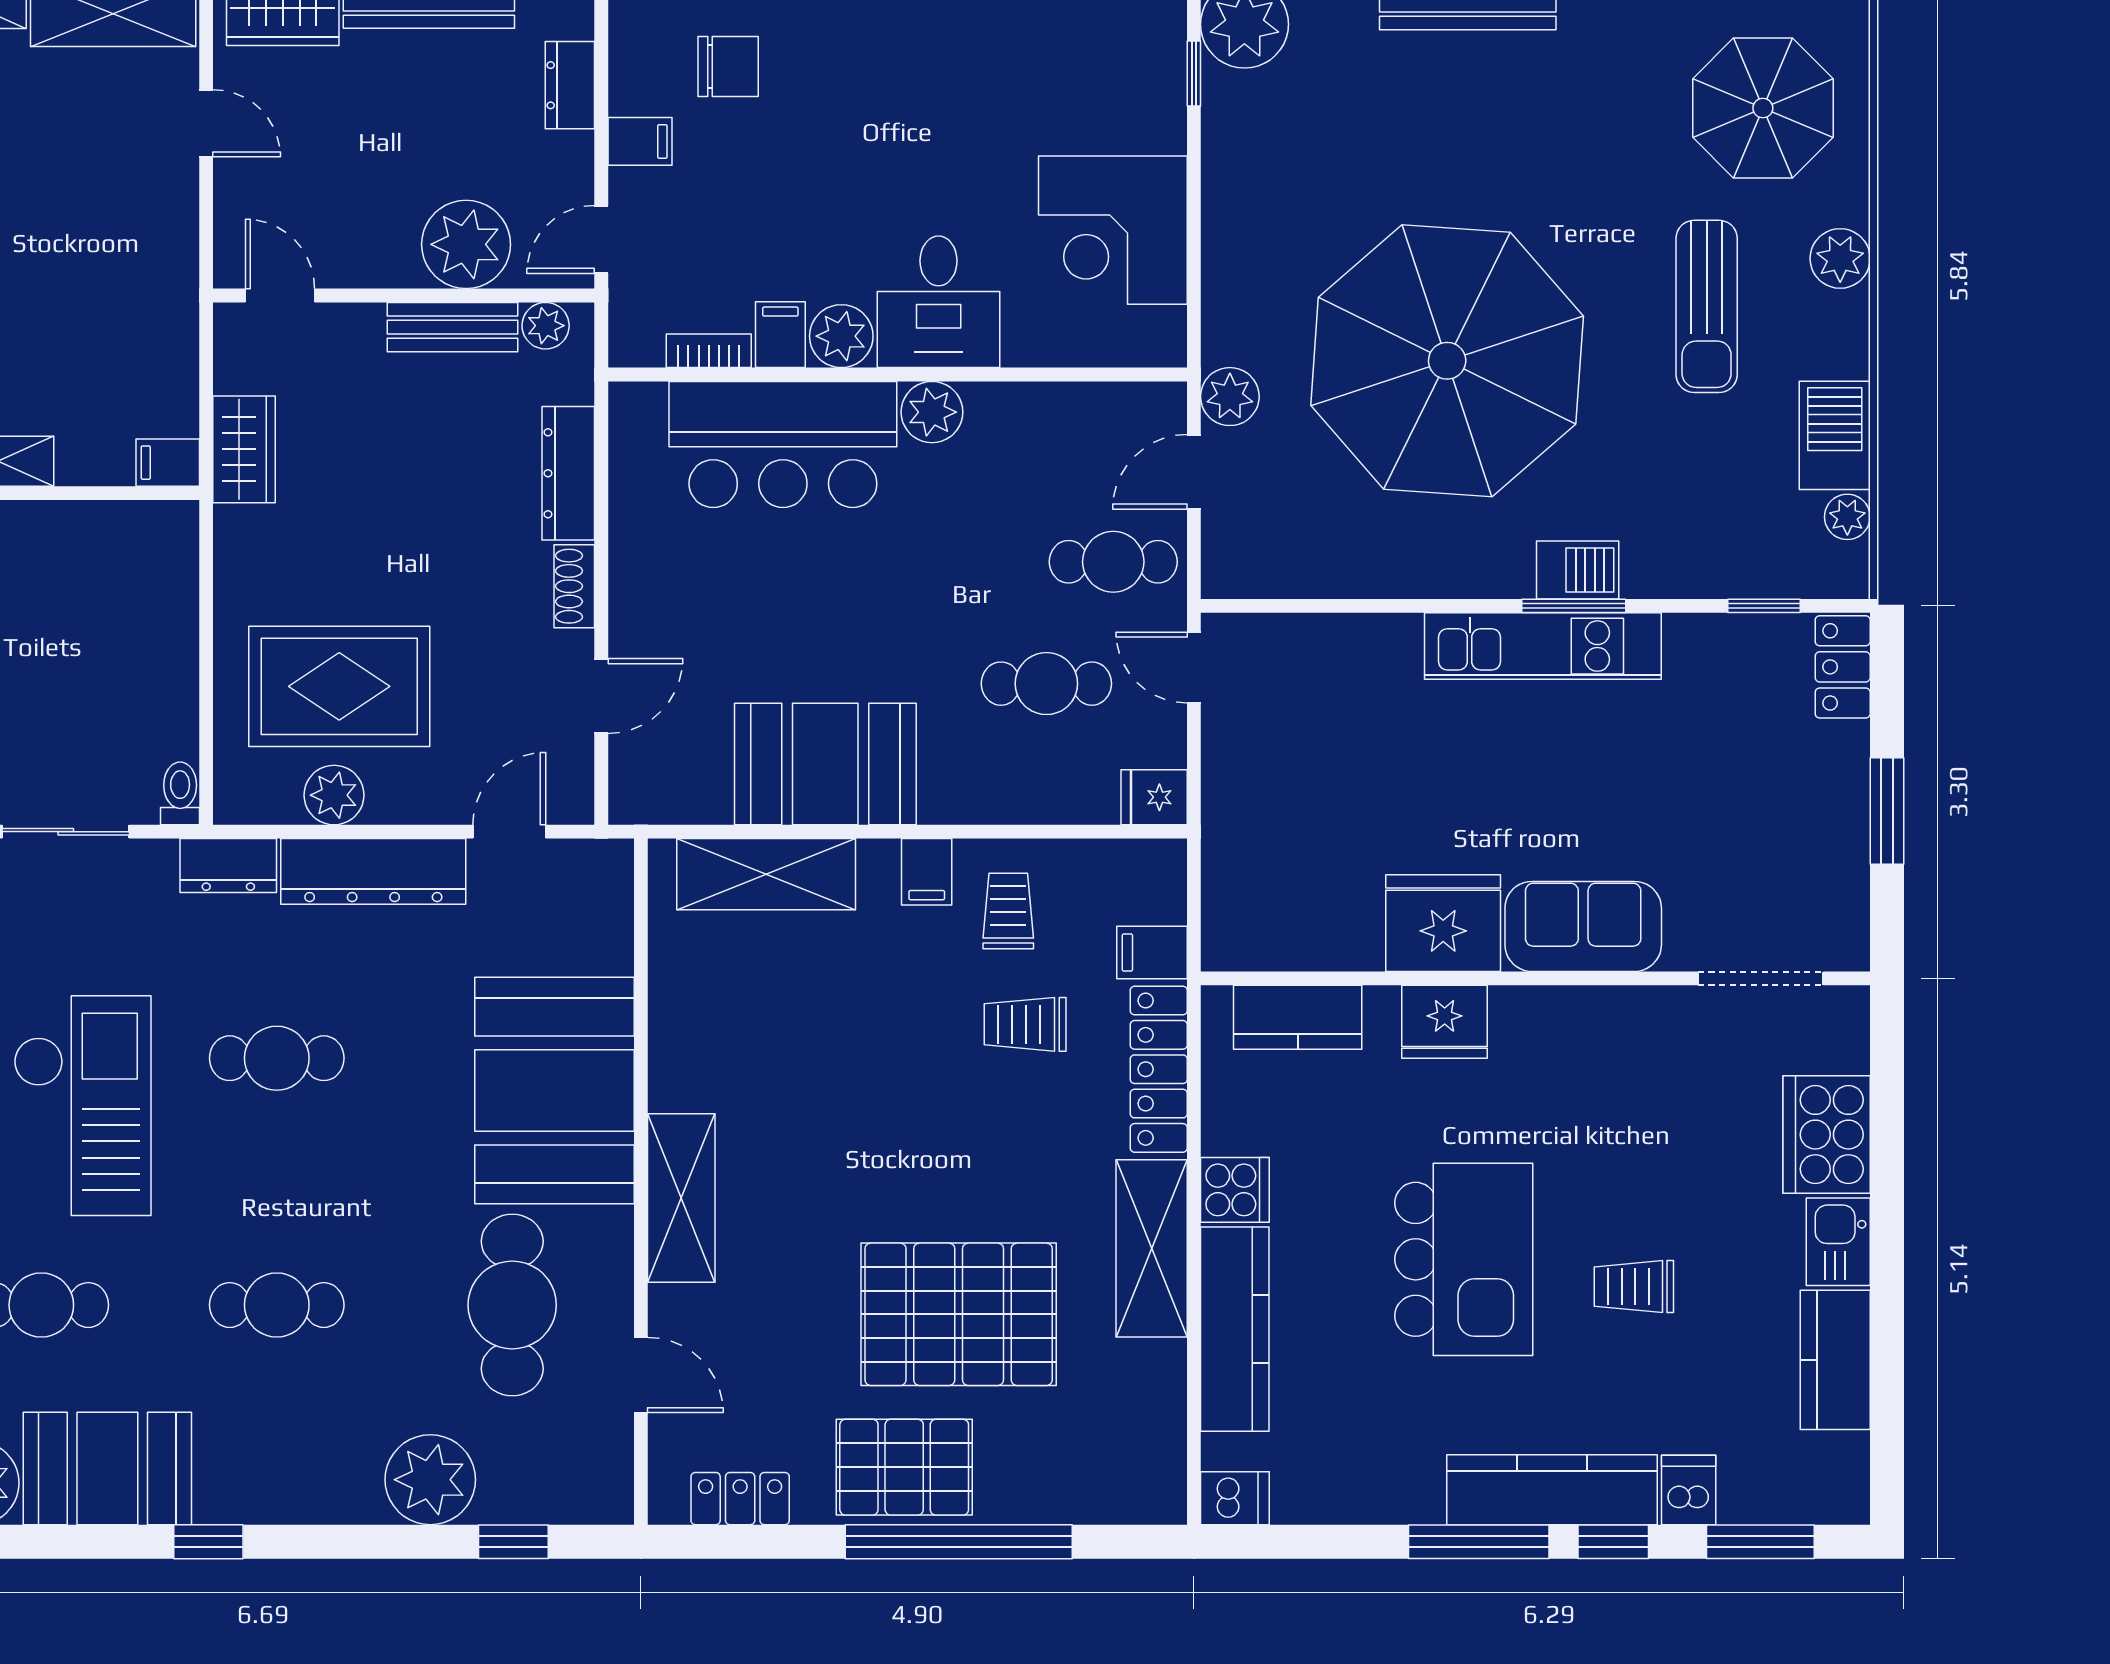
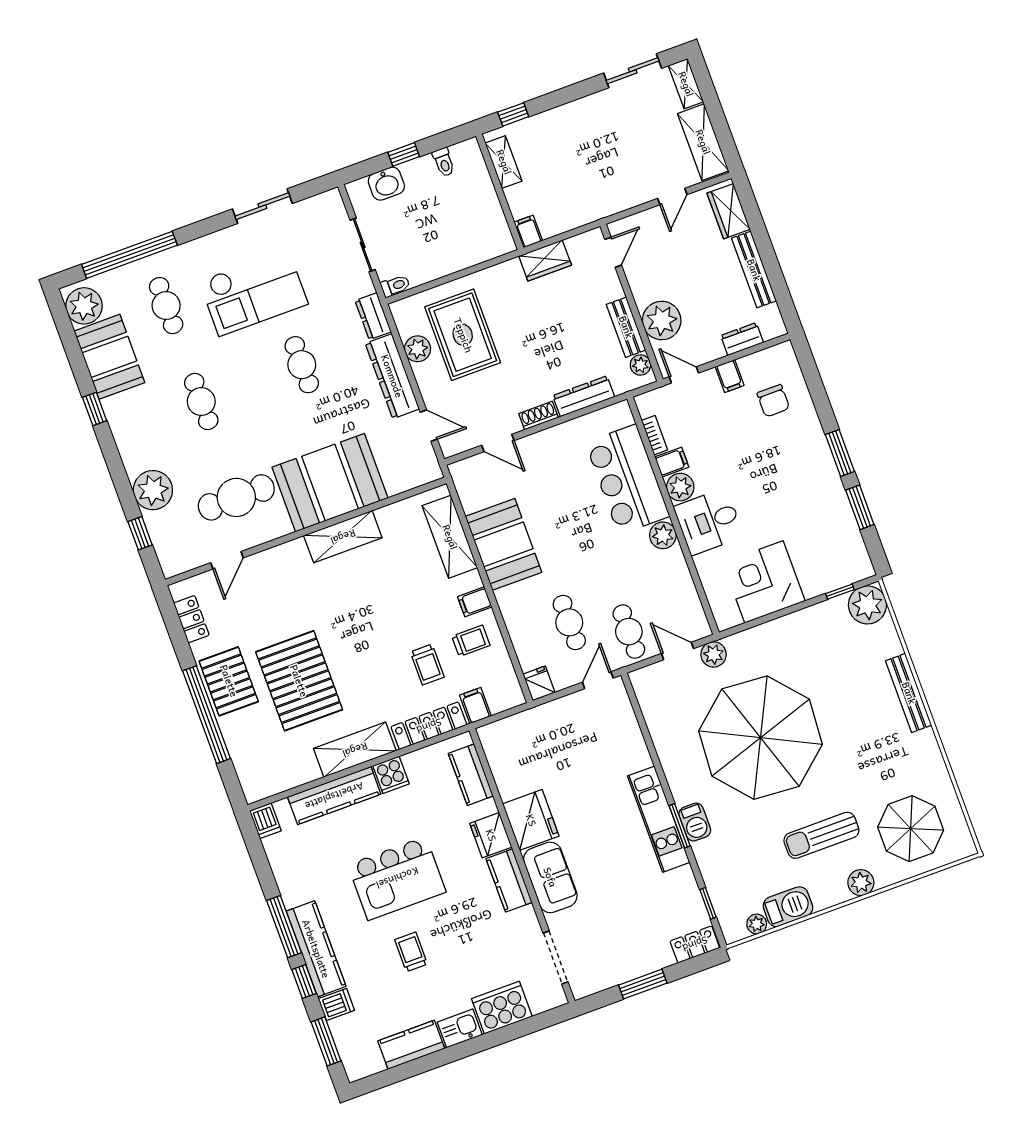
kitchen counter: (1557, 1018) -> (509, 880), added
trolley: (1025, 1024) -> (427, 665), turned 180
shelving: (681, 1198) -> (343, 537), moved

